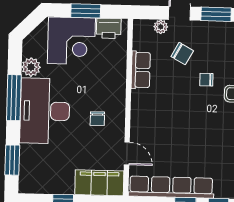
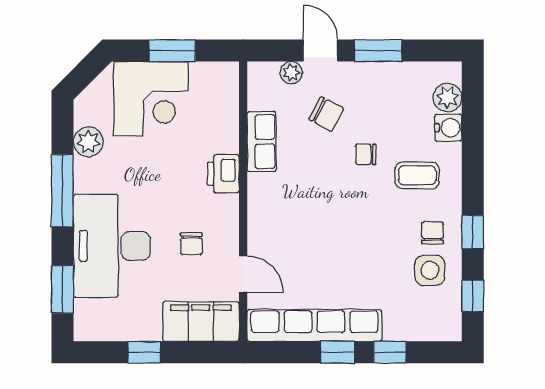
printer: (109, 28) -> (223, 174), moved, turned 90
desk: (45, 111) -> (112, 246), moved
chair: (97, 119) -> (191, 244), moved

